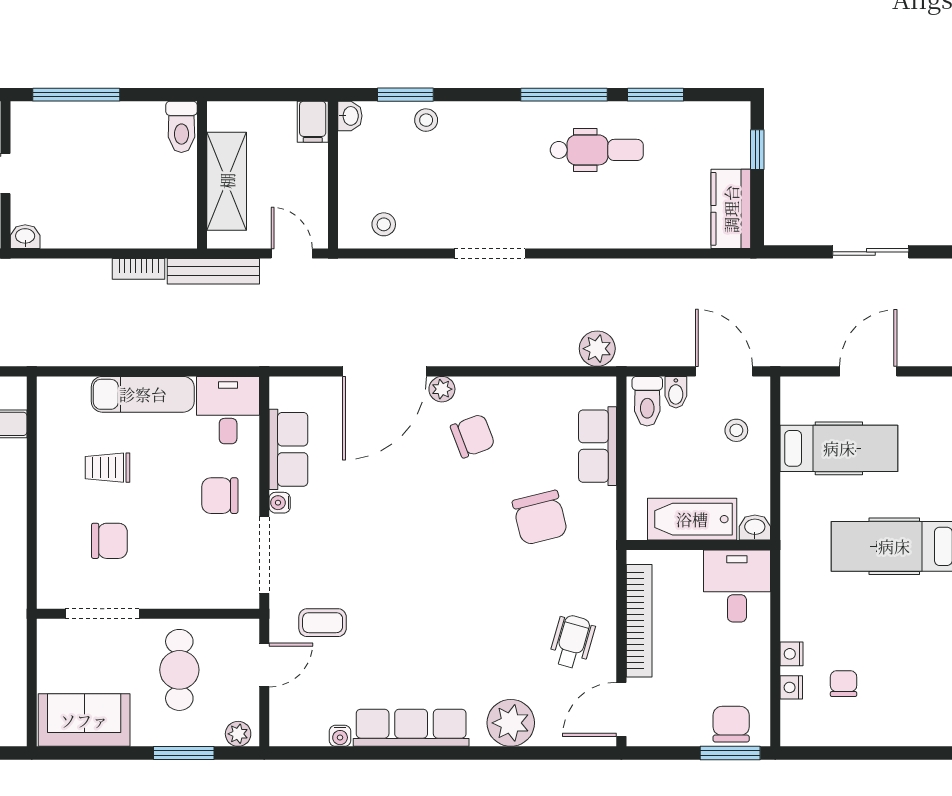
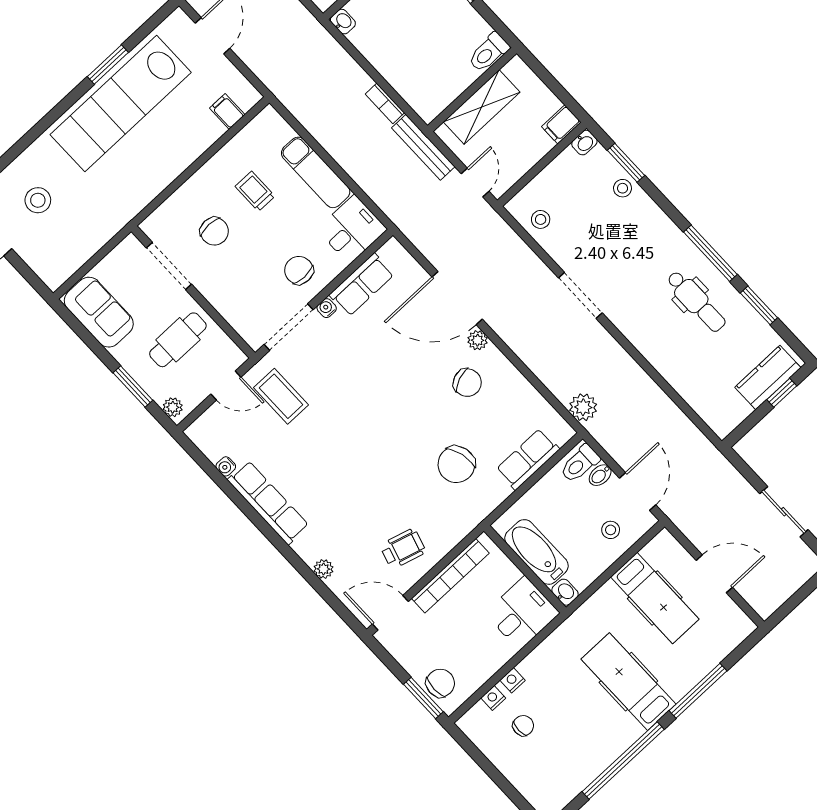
kitchen counter: (731, 209) -> (768, 377), moved
coffee table: (323, 623) -> (281, 396), width x1.36, depth x1.30
plant: (511, 723) -> (324, 569), width x0.53, depth x0.53

